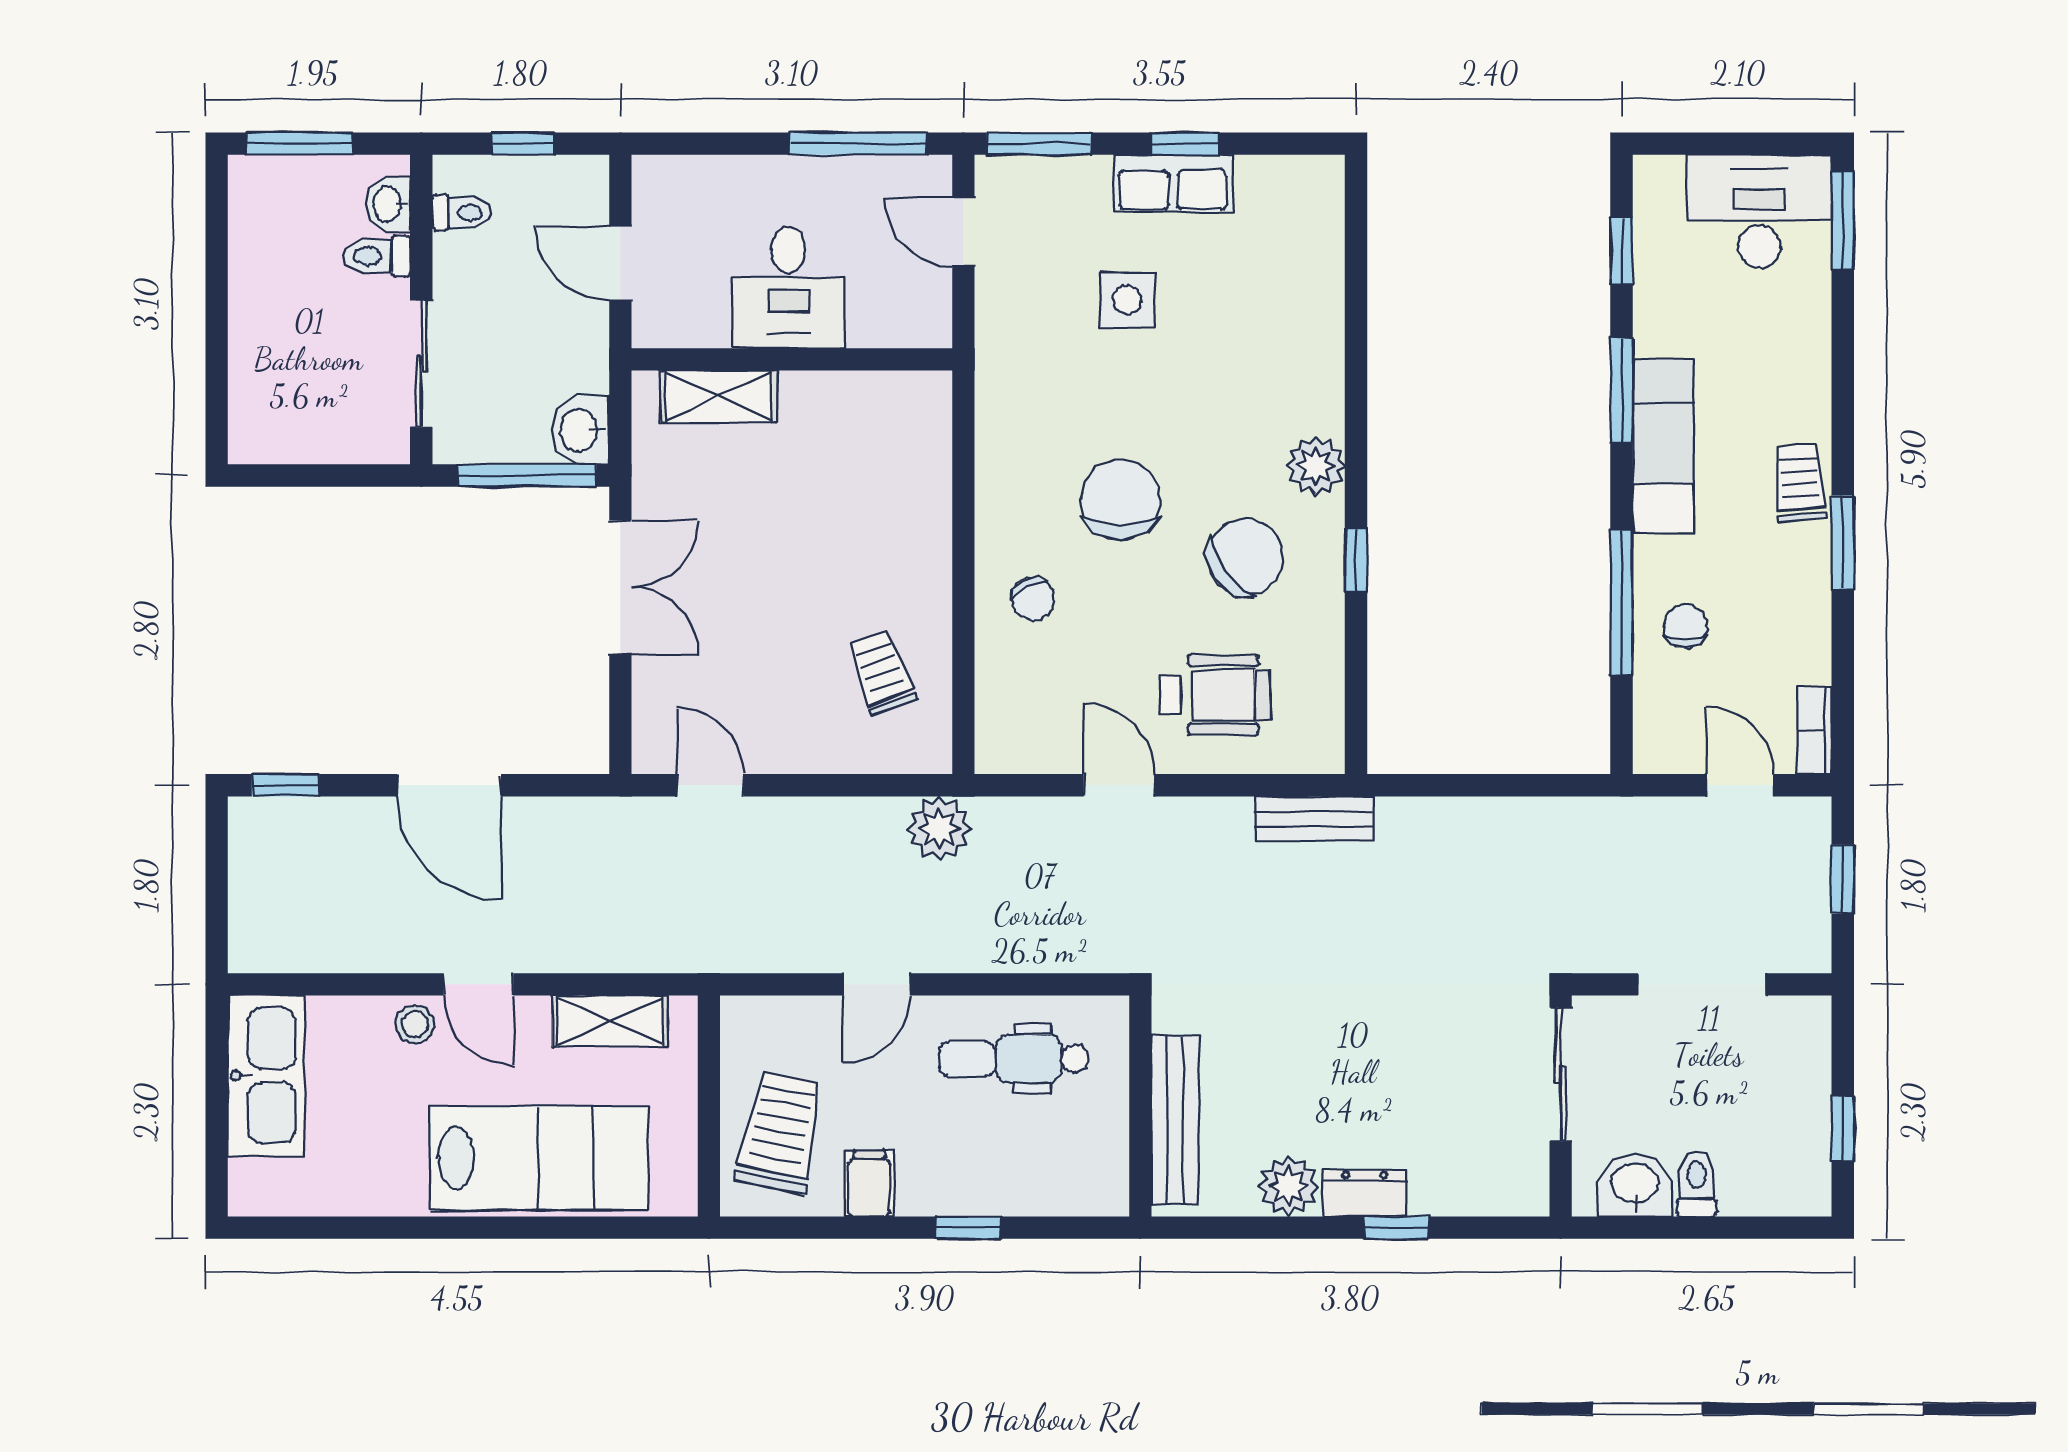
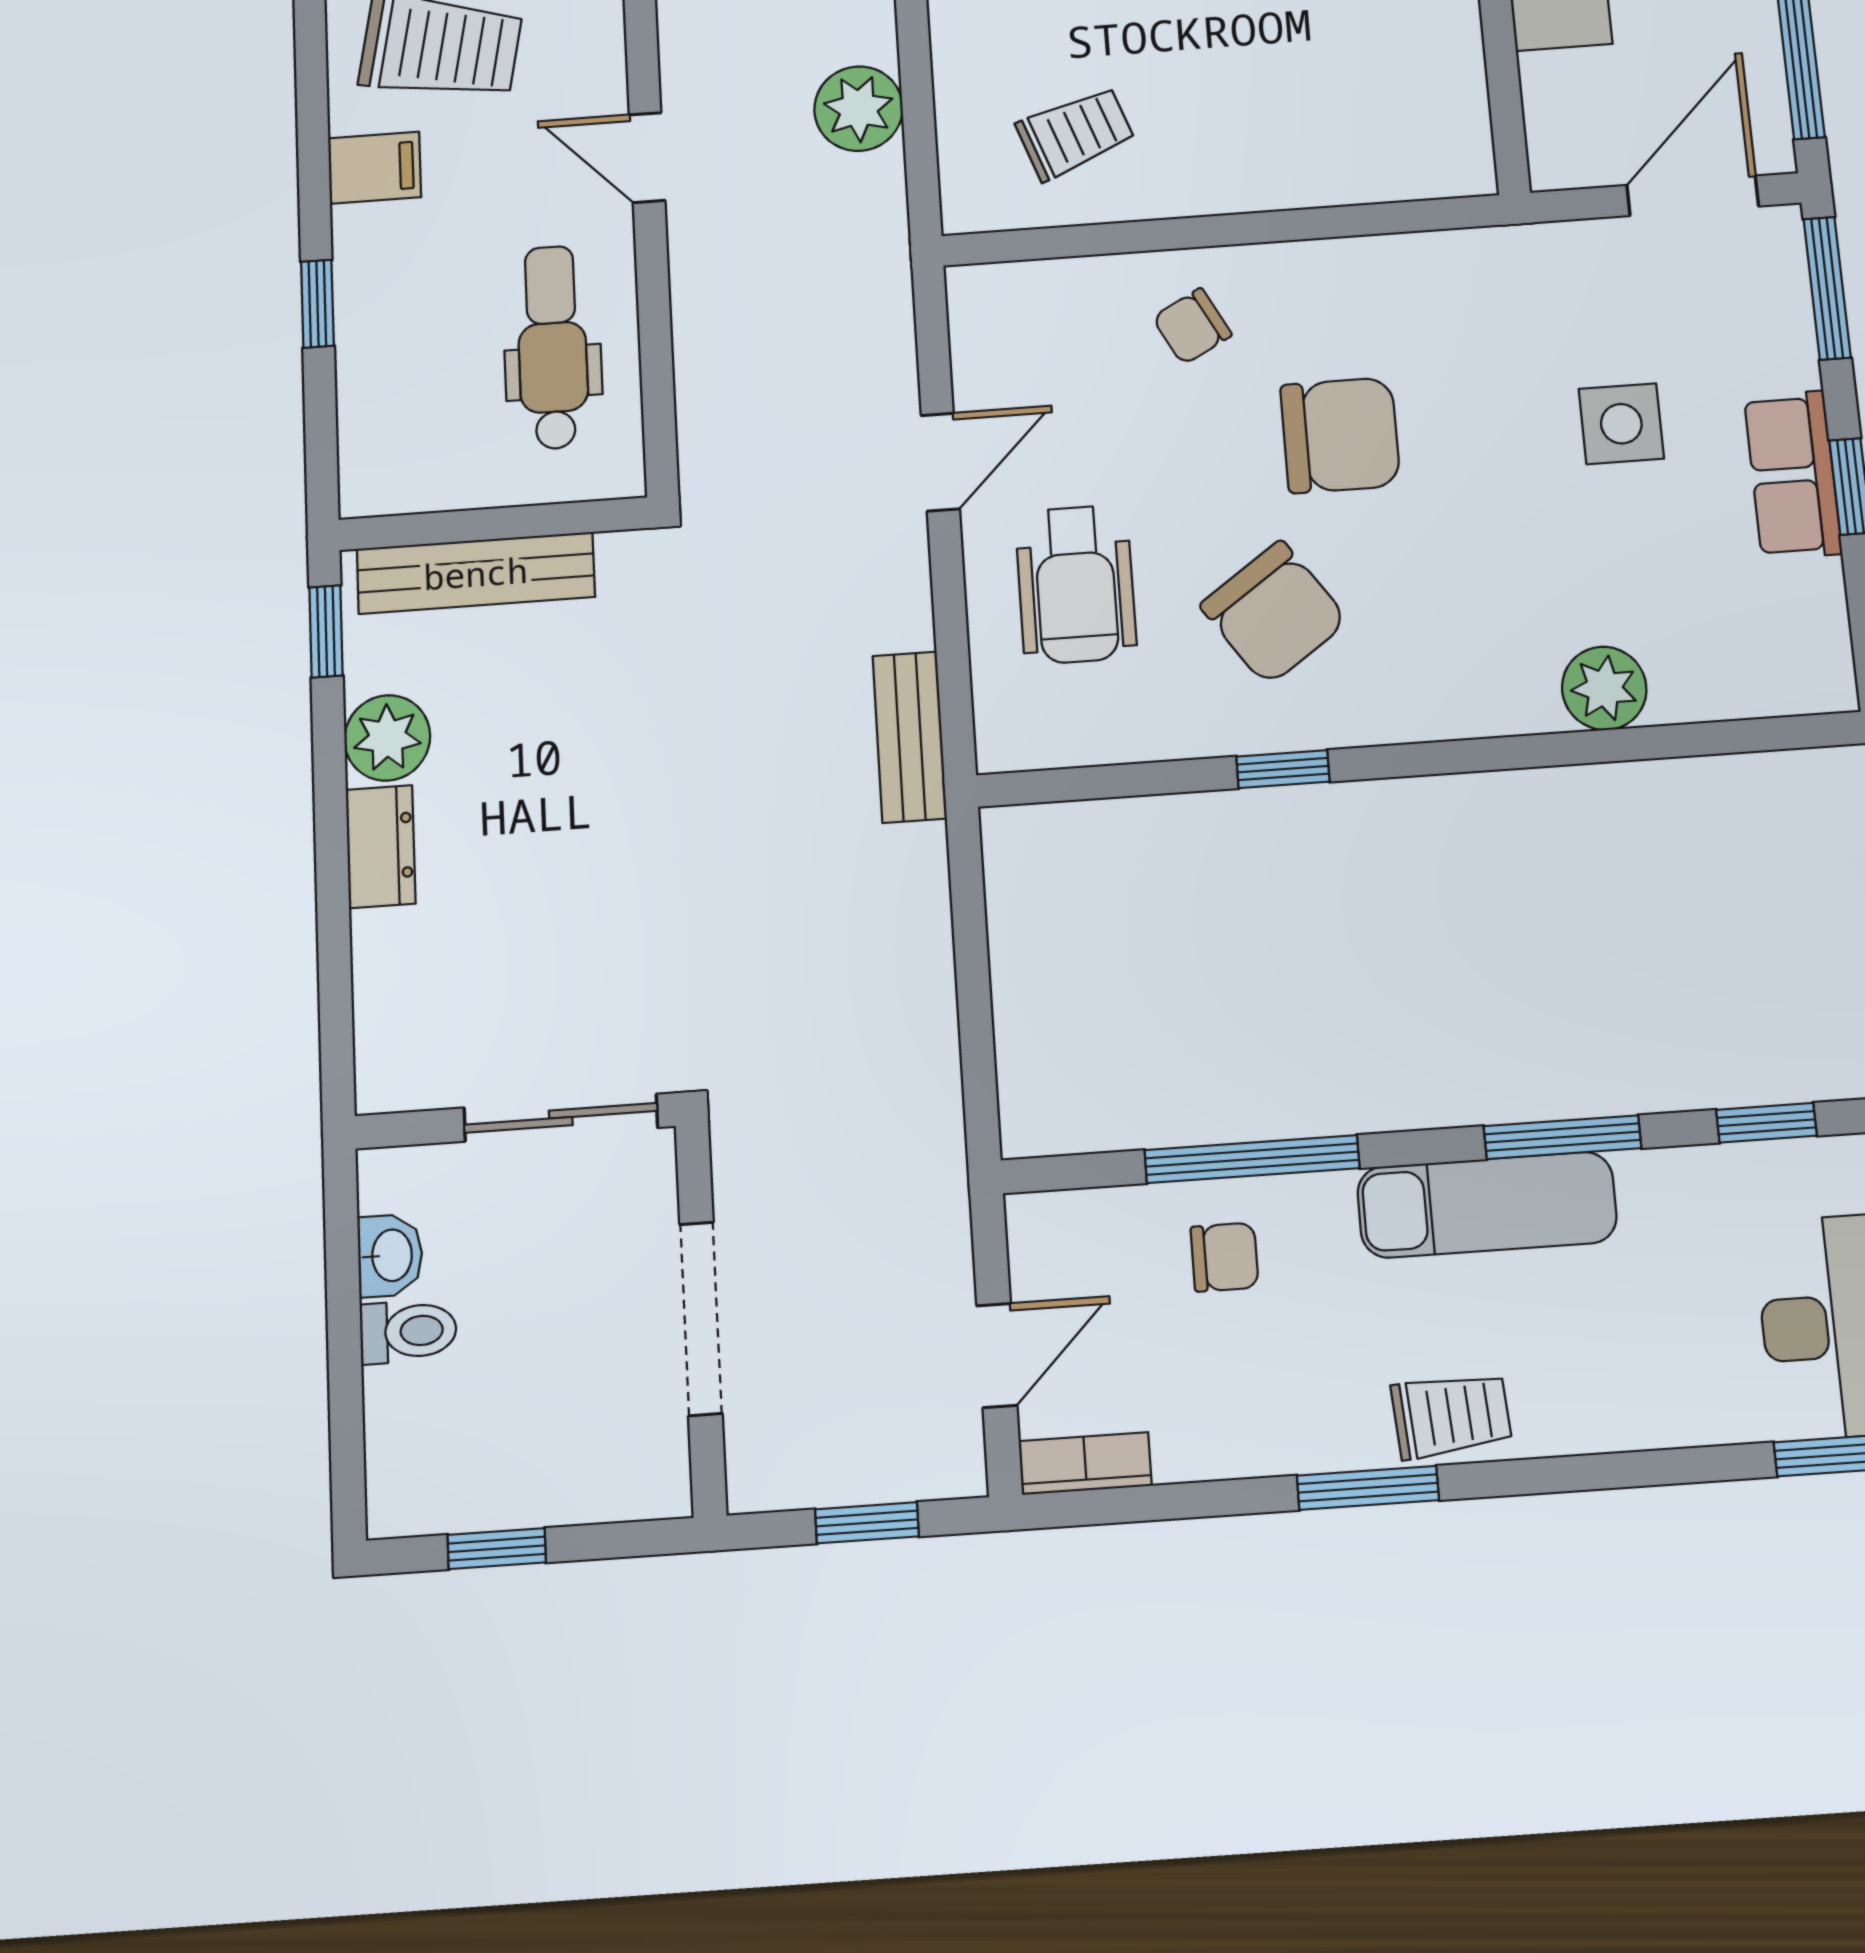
door: (963, 232) -> (1693, 196), width x1.38
plant: (1316, 466) -> (1604, 688), moved
plant: (939, 829) -> (859, 109), moved
washbasin: (1635, 1185) -> (390, 1255), width x0.72, depth x0.69
window: (1397, 1228) -> (326, 631), moved

